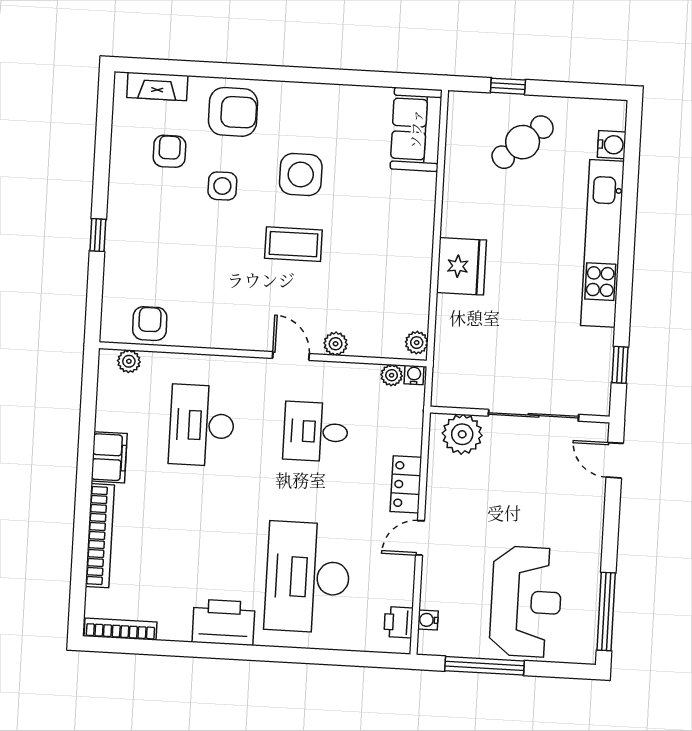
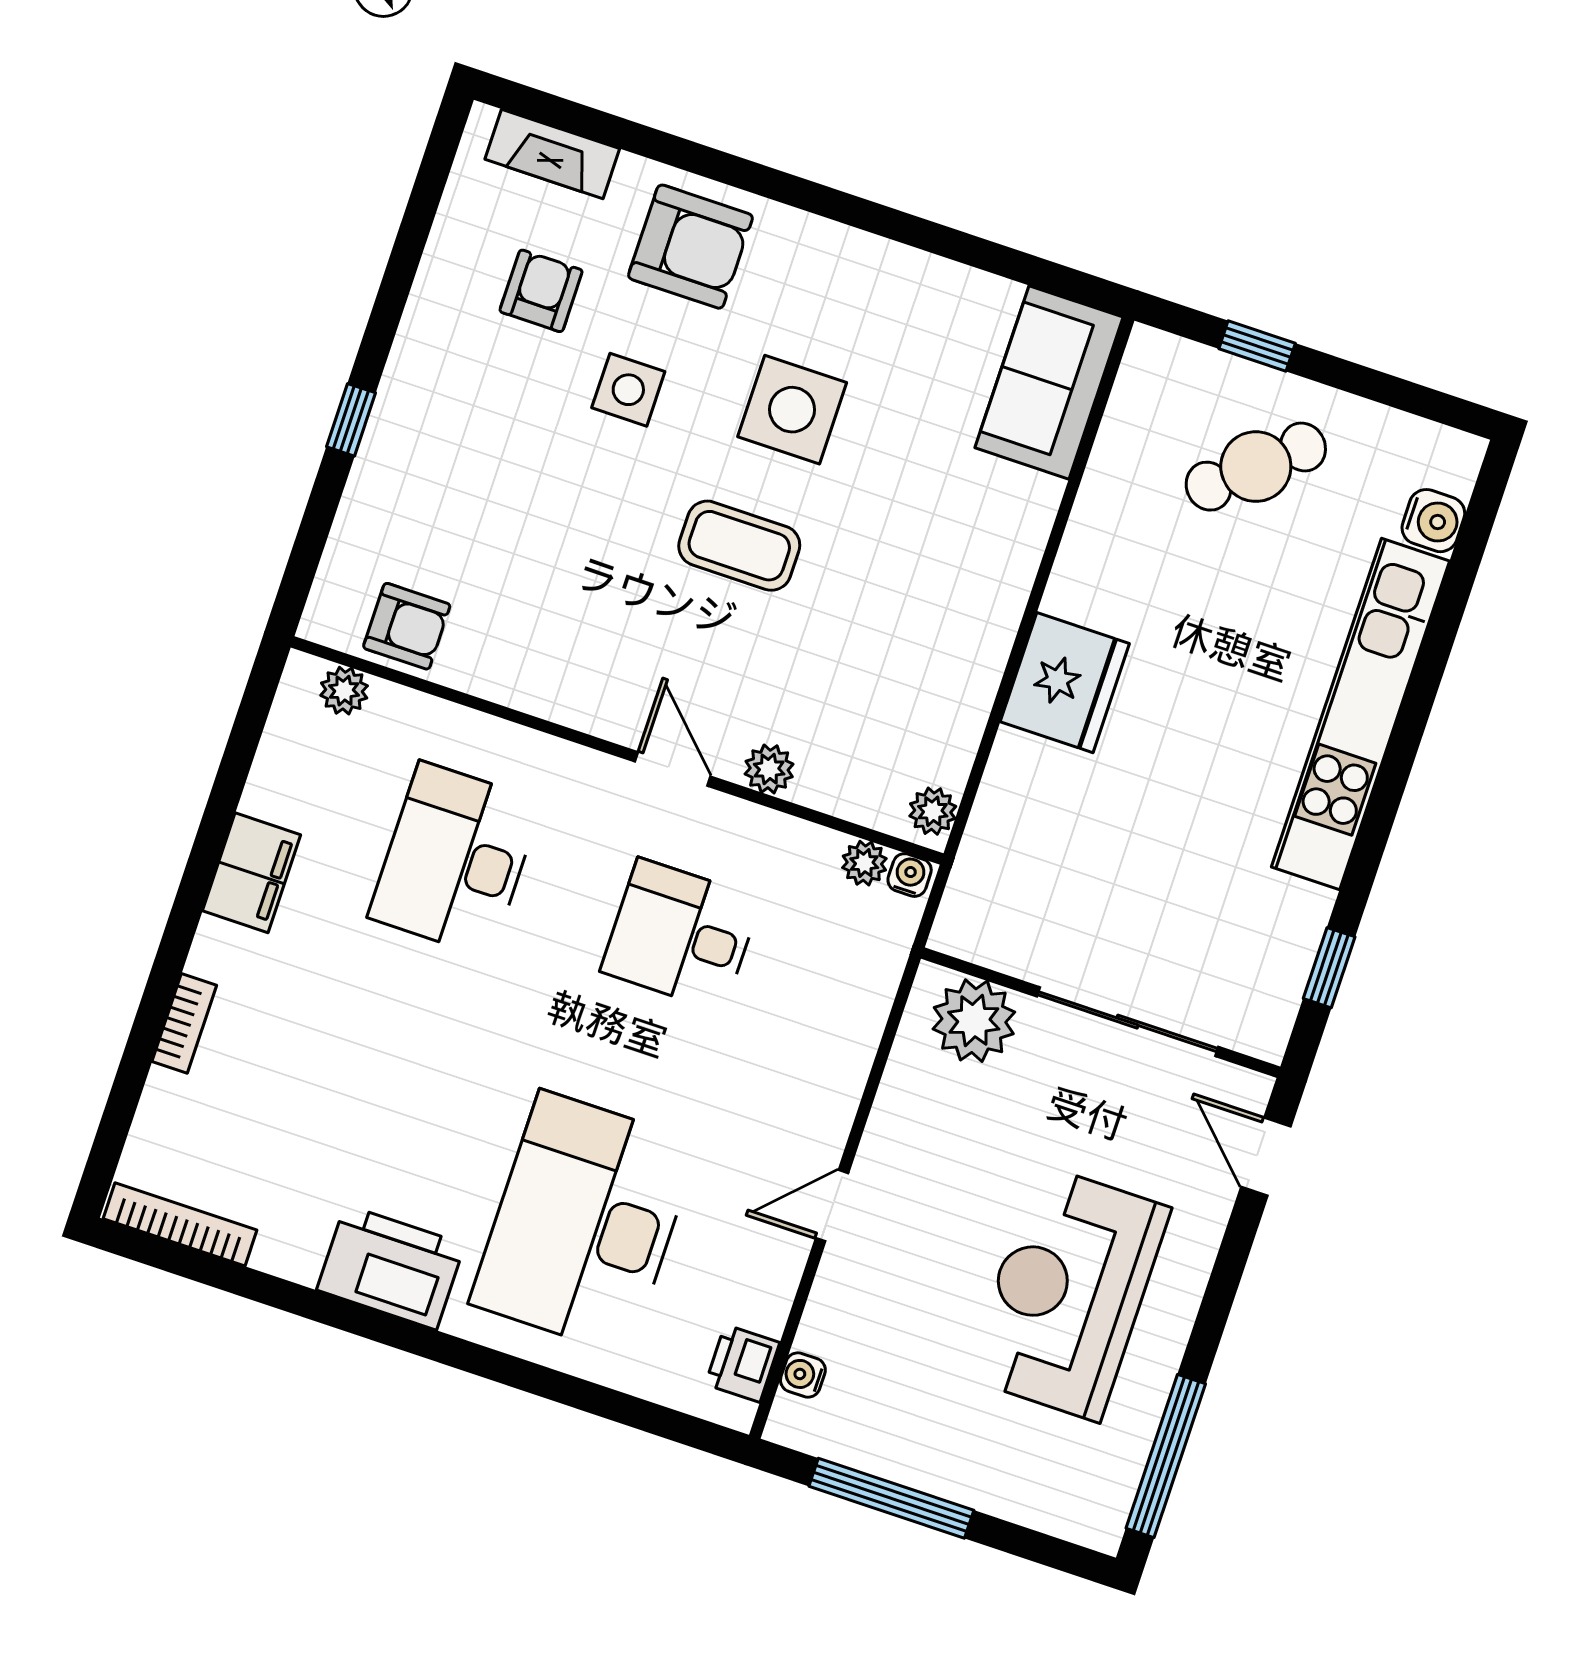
armchair: (150, 324) -> (407, 626), turned 90
locker: (406, 484) -> (833, 1090), removed
bookcase: (100, 536) -> (184, 1023), width x0.43, depth x0.76
reception desk: (526, 602) -> (1068, 1293), moved, turned 180

